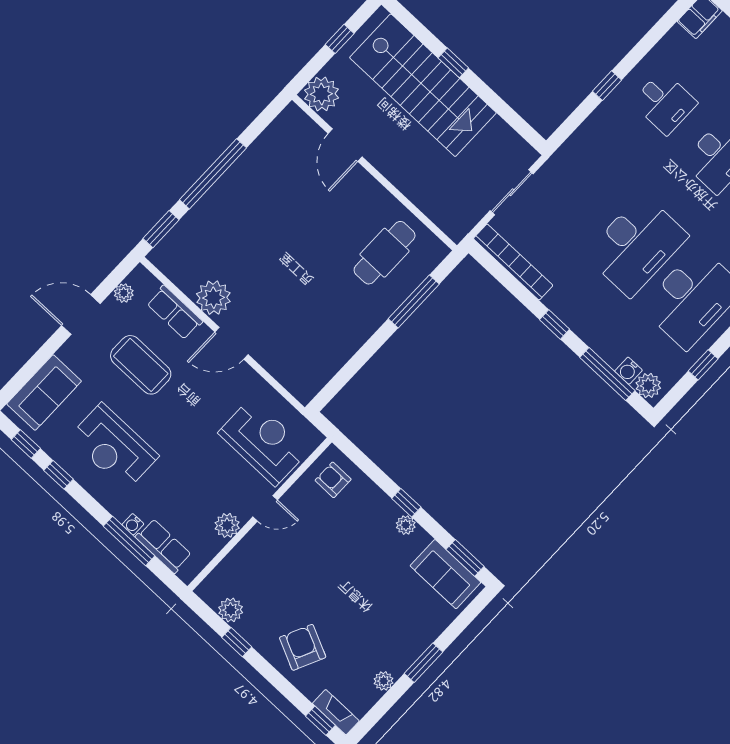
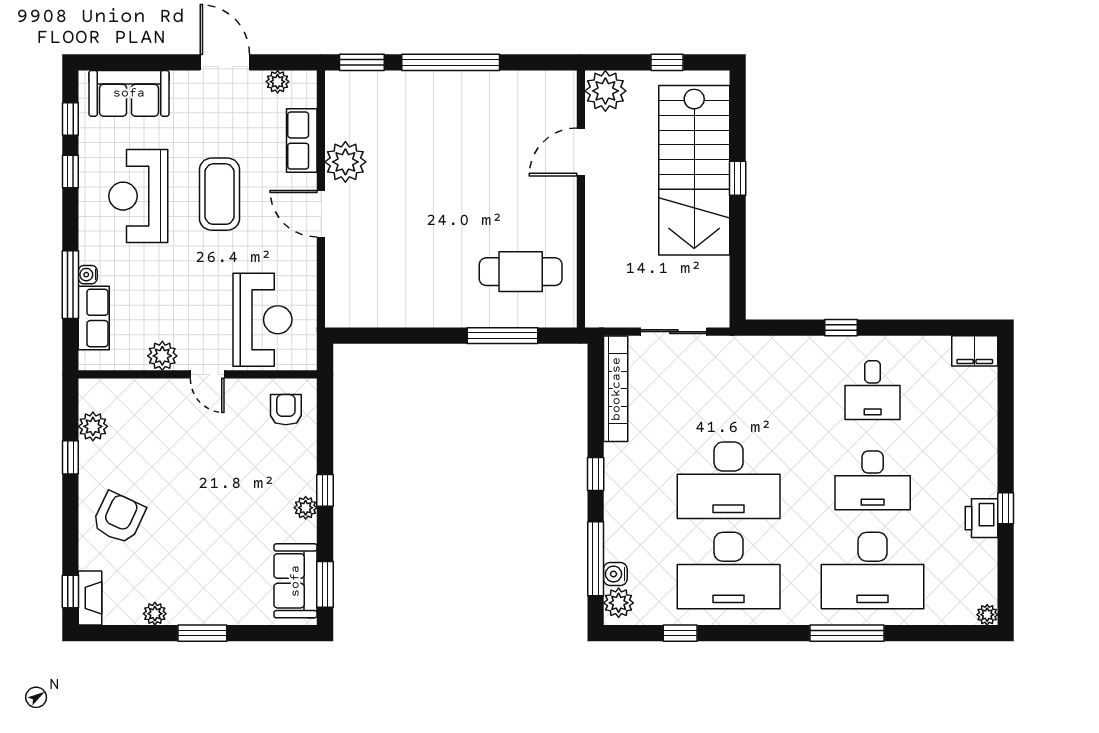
coffee table: (141, 365) -> (219, 194), moved

